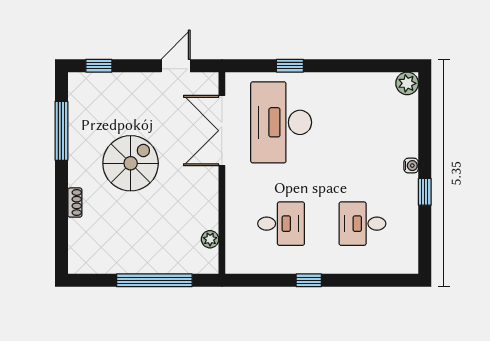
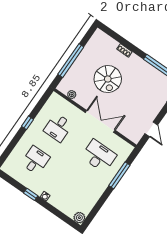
window: (290, 66) -> (119, 175), width x2.17
desk: (281, 122) -> (99, 156), width x0.73, depth x0.77
double door: (222, 131) -> (100, 121), moved
spiral stairs: (131, 163) -> (108, 79), moved

